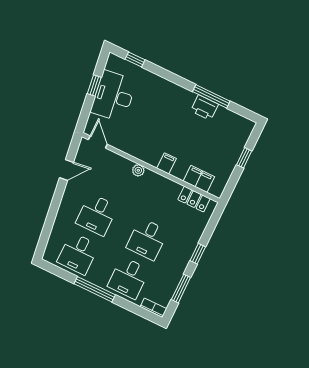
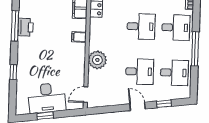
window: (135, 60) -> (13, 72), moved
door: (67, 170) -> (138, 106), moved
plant: (138, 170) -> (97, 60), width x1.88, depth x1.88
window: (48, 226) -> (164, 104), added

